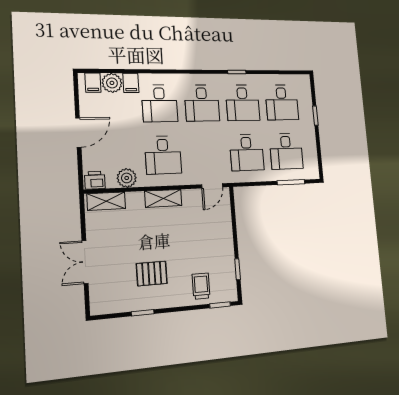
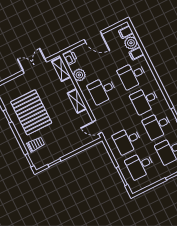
double door: (85, 262) -> (35, 66), moved
pallet: (152, 274) -> (31, 112), width x2.05, depth x2.00

